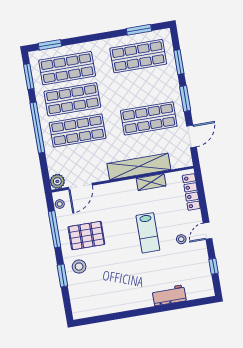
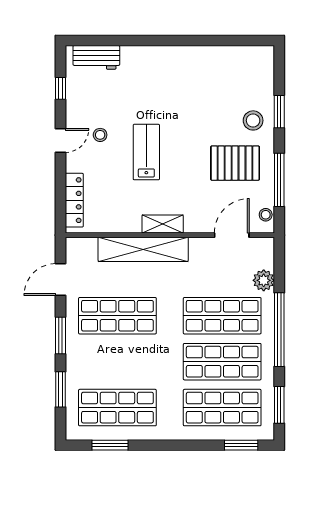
plant: (57, 181) -> (264, 280), moved
shelving: (151, 182) -> (163, 224), moved
workbench: (169, 295) -> (96, 57), moved

